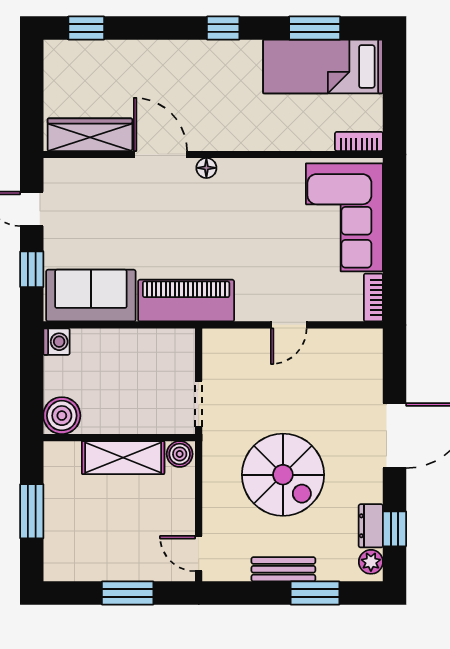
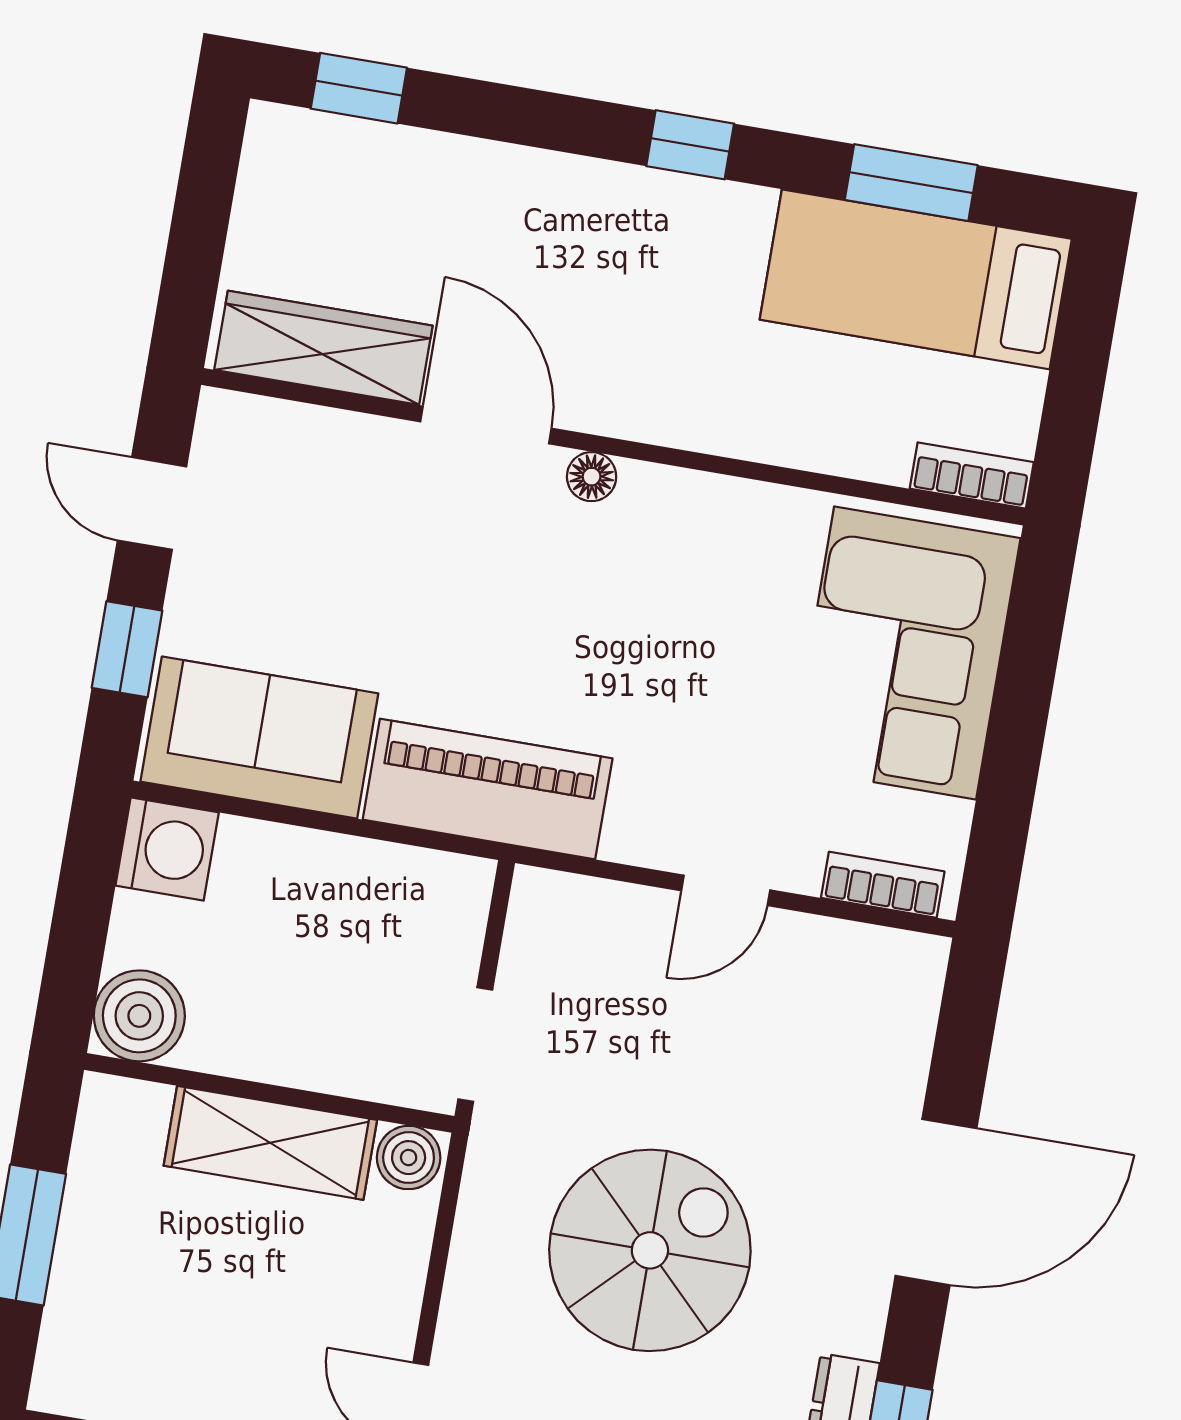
bookcase: (373, 298) -> (883, 885), moved, turned 90
washing machine: (56, 342) -> (167, 849), width x1.38, depth x1.38
spiral stairs: (283, 475) -> (650, 1250), turned -90

